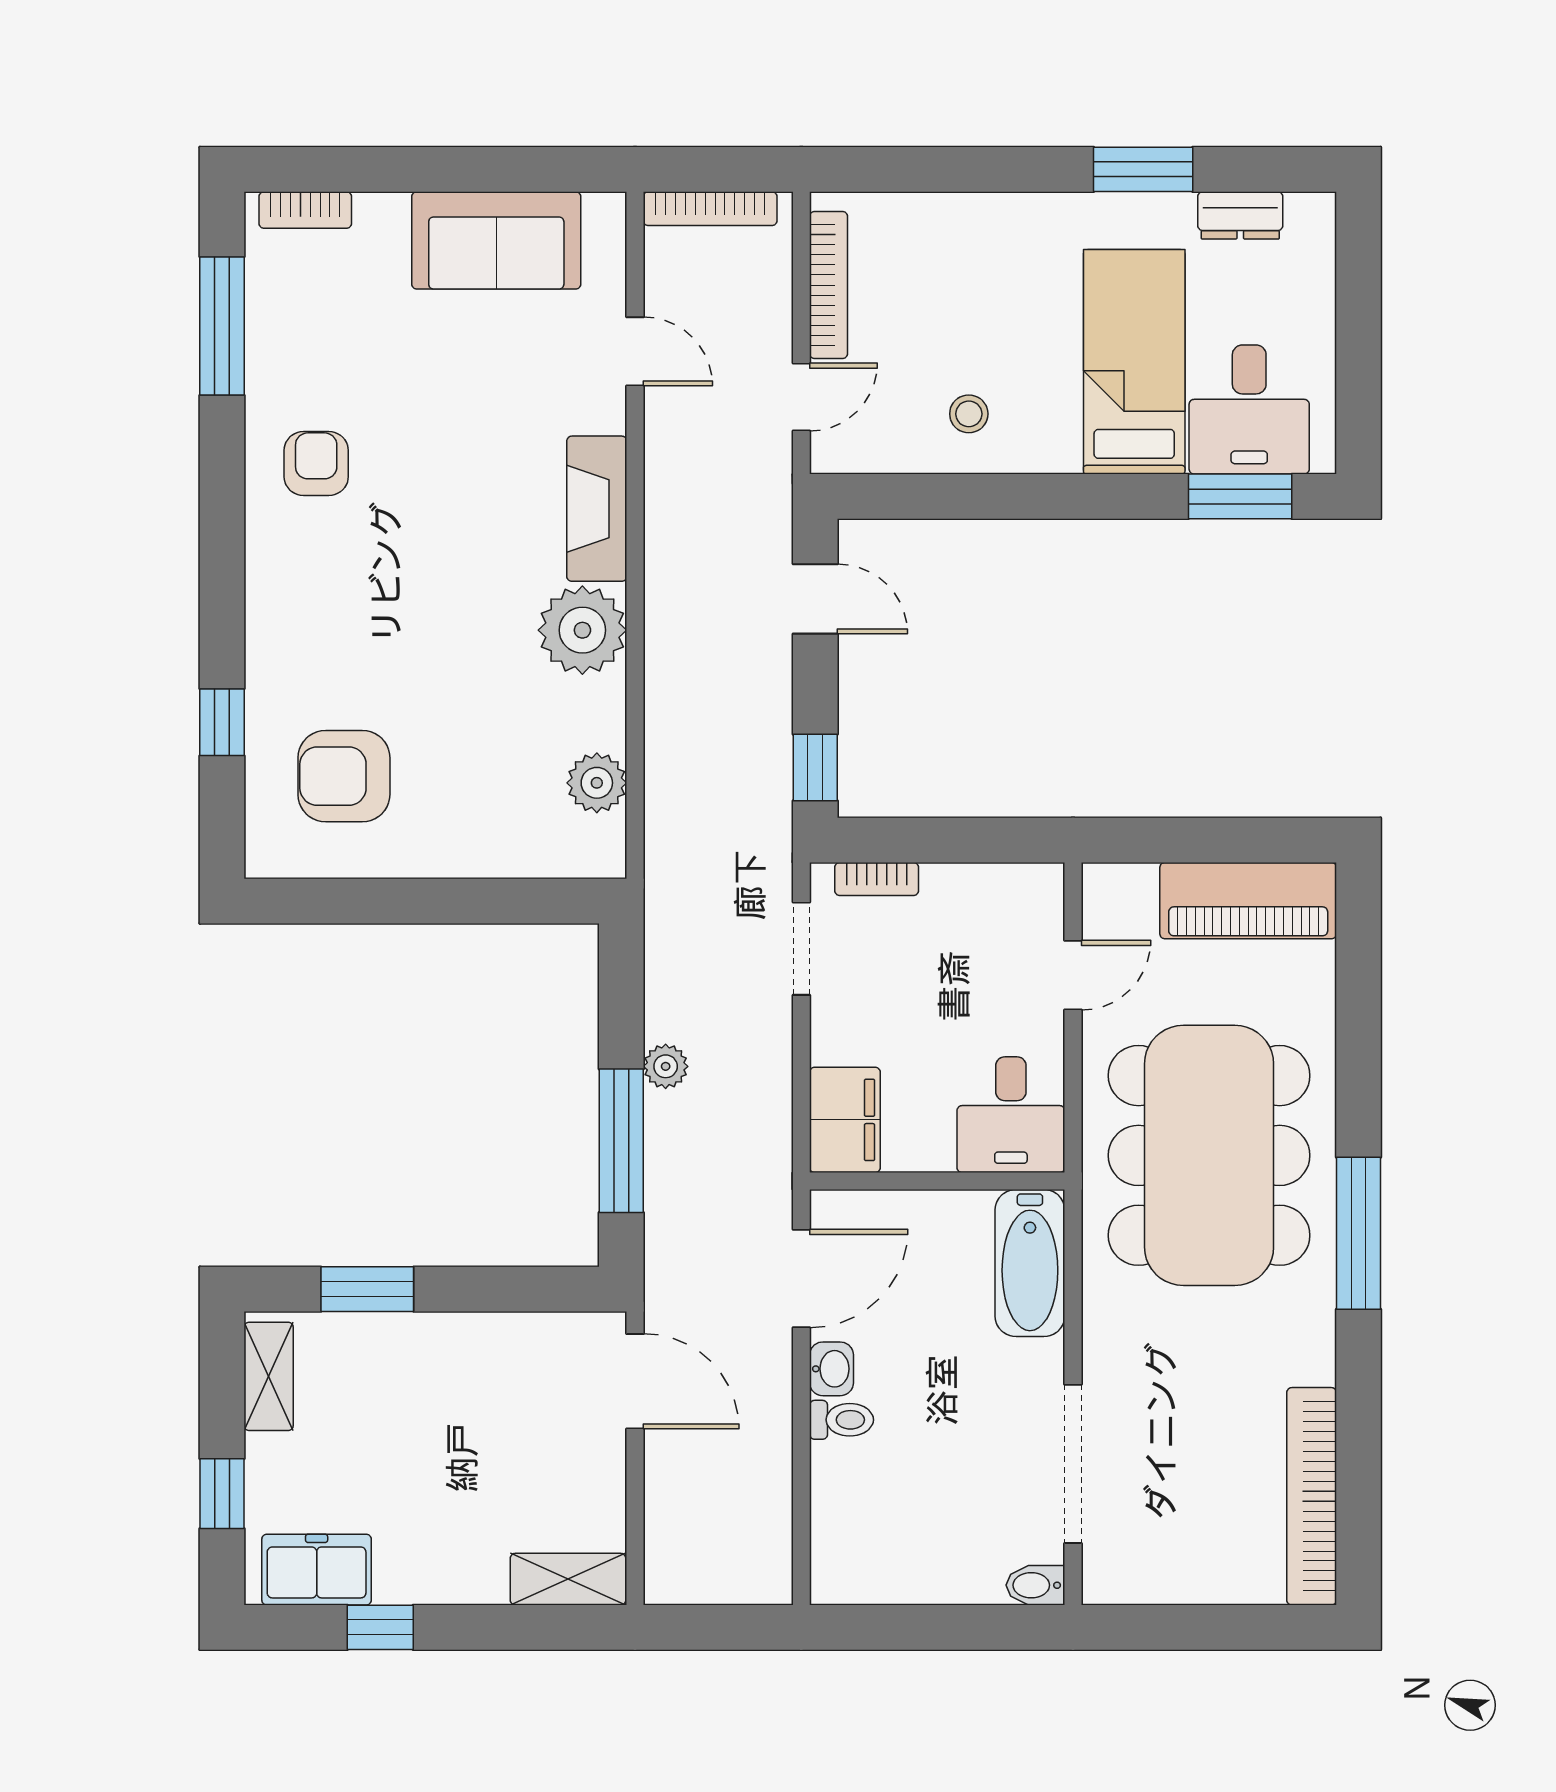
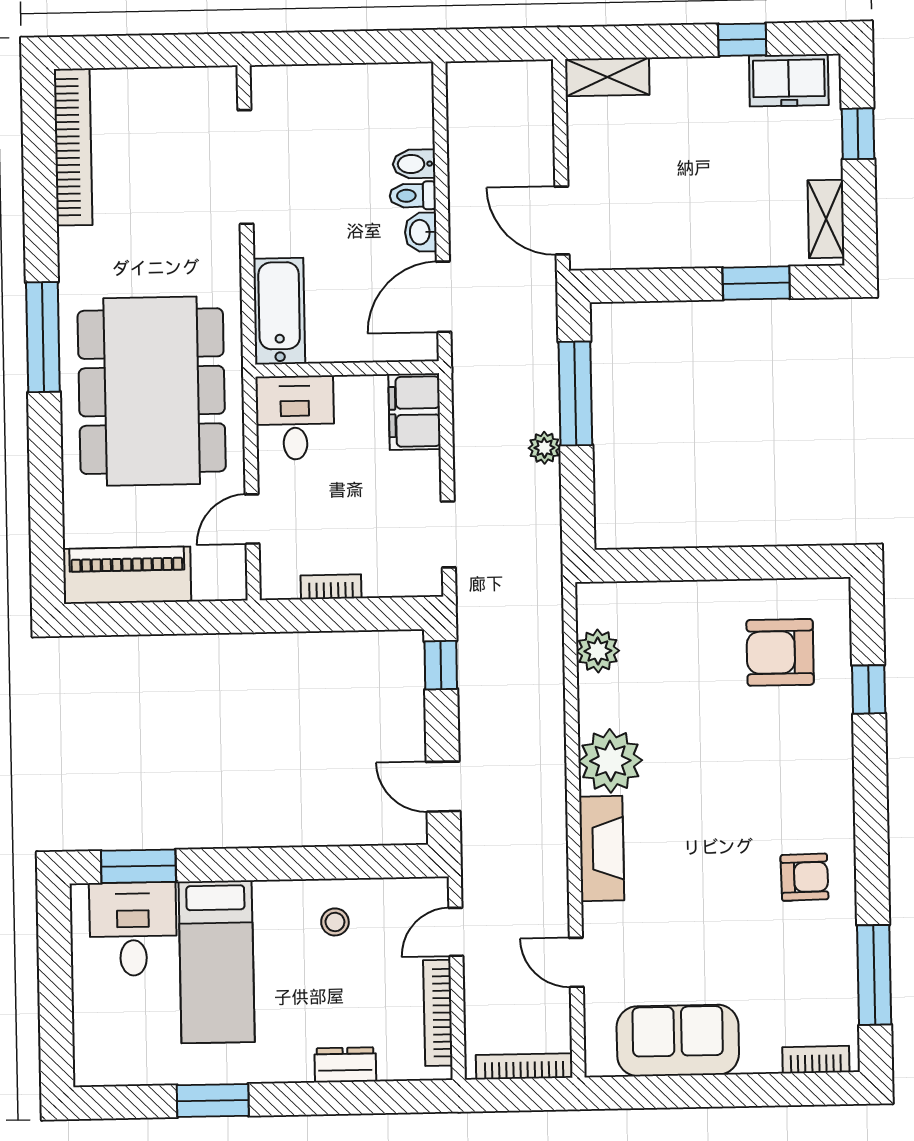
dresser: (1240, 215) -> (345, 1065), moved
armchair: (316, 464) -> (804, 877), turned -91
armchair: (344, 776) -> (780, 652), turned 180
bookcase: (877, 879) -> (331, 587), moved
bidet: (1035, 1585) -> (414, 164), moved, turned 180

